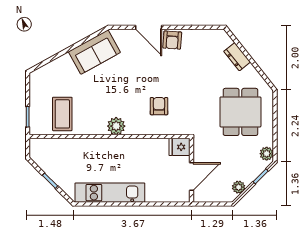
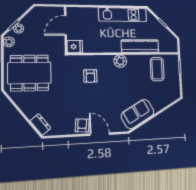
dresser: (237, 57) -> (40, 124), moved
dining table: (240, 112) -> (29, 73), width x1.38
kitchen counter: (86, 147) -> (140, 46), added
plant: (239, 187) -> (19, 28), moved

